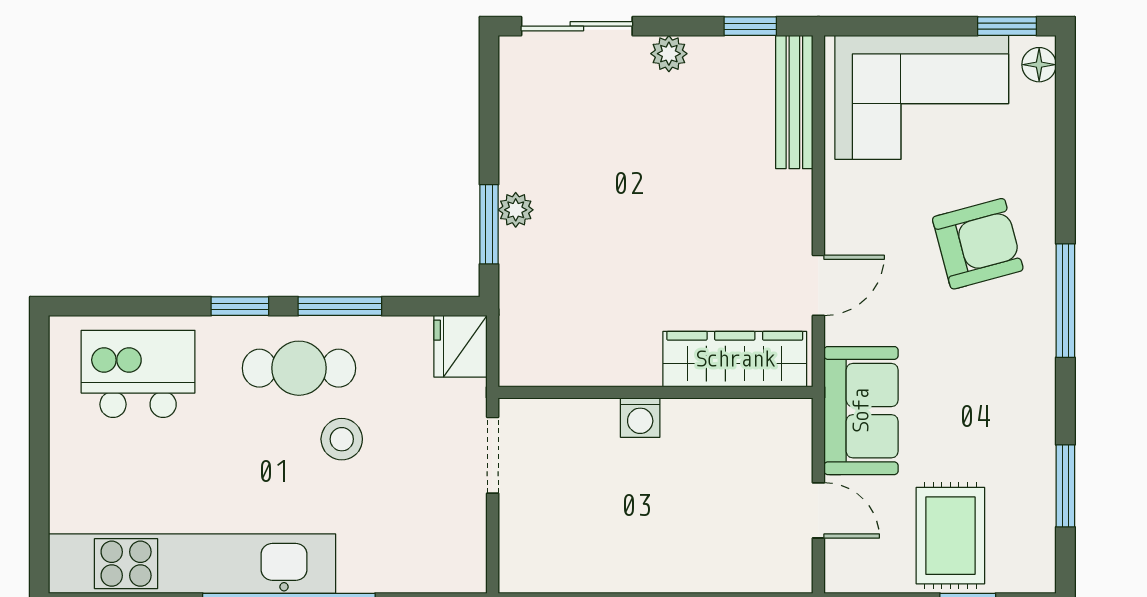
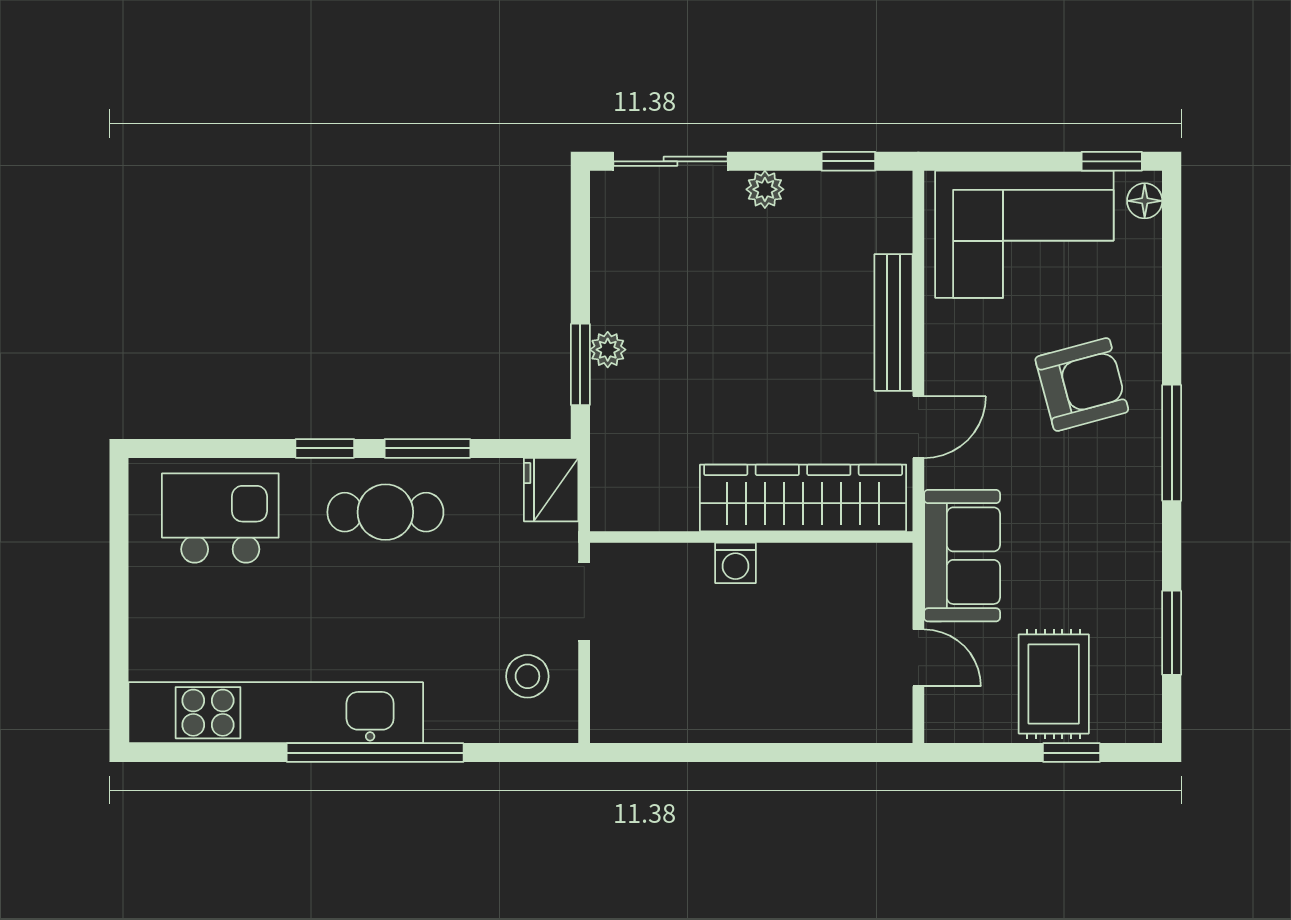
bench: (794, 102) -> (894, 322), moved
wardrobe: (735, 359) -> (803, 498), width x1.40, depth x1.17
stool: (342, 439) -> (527, 676), moved

